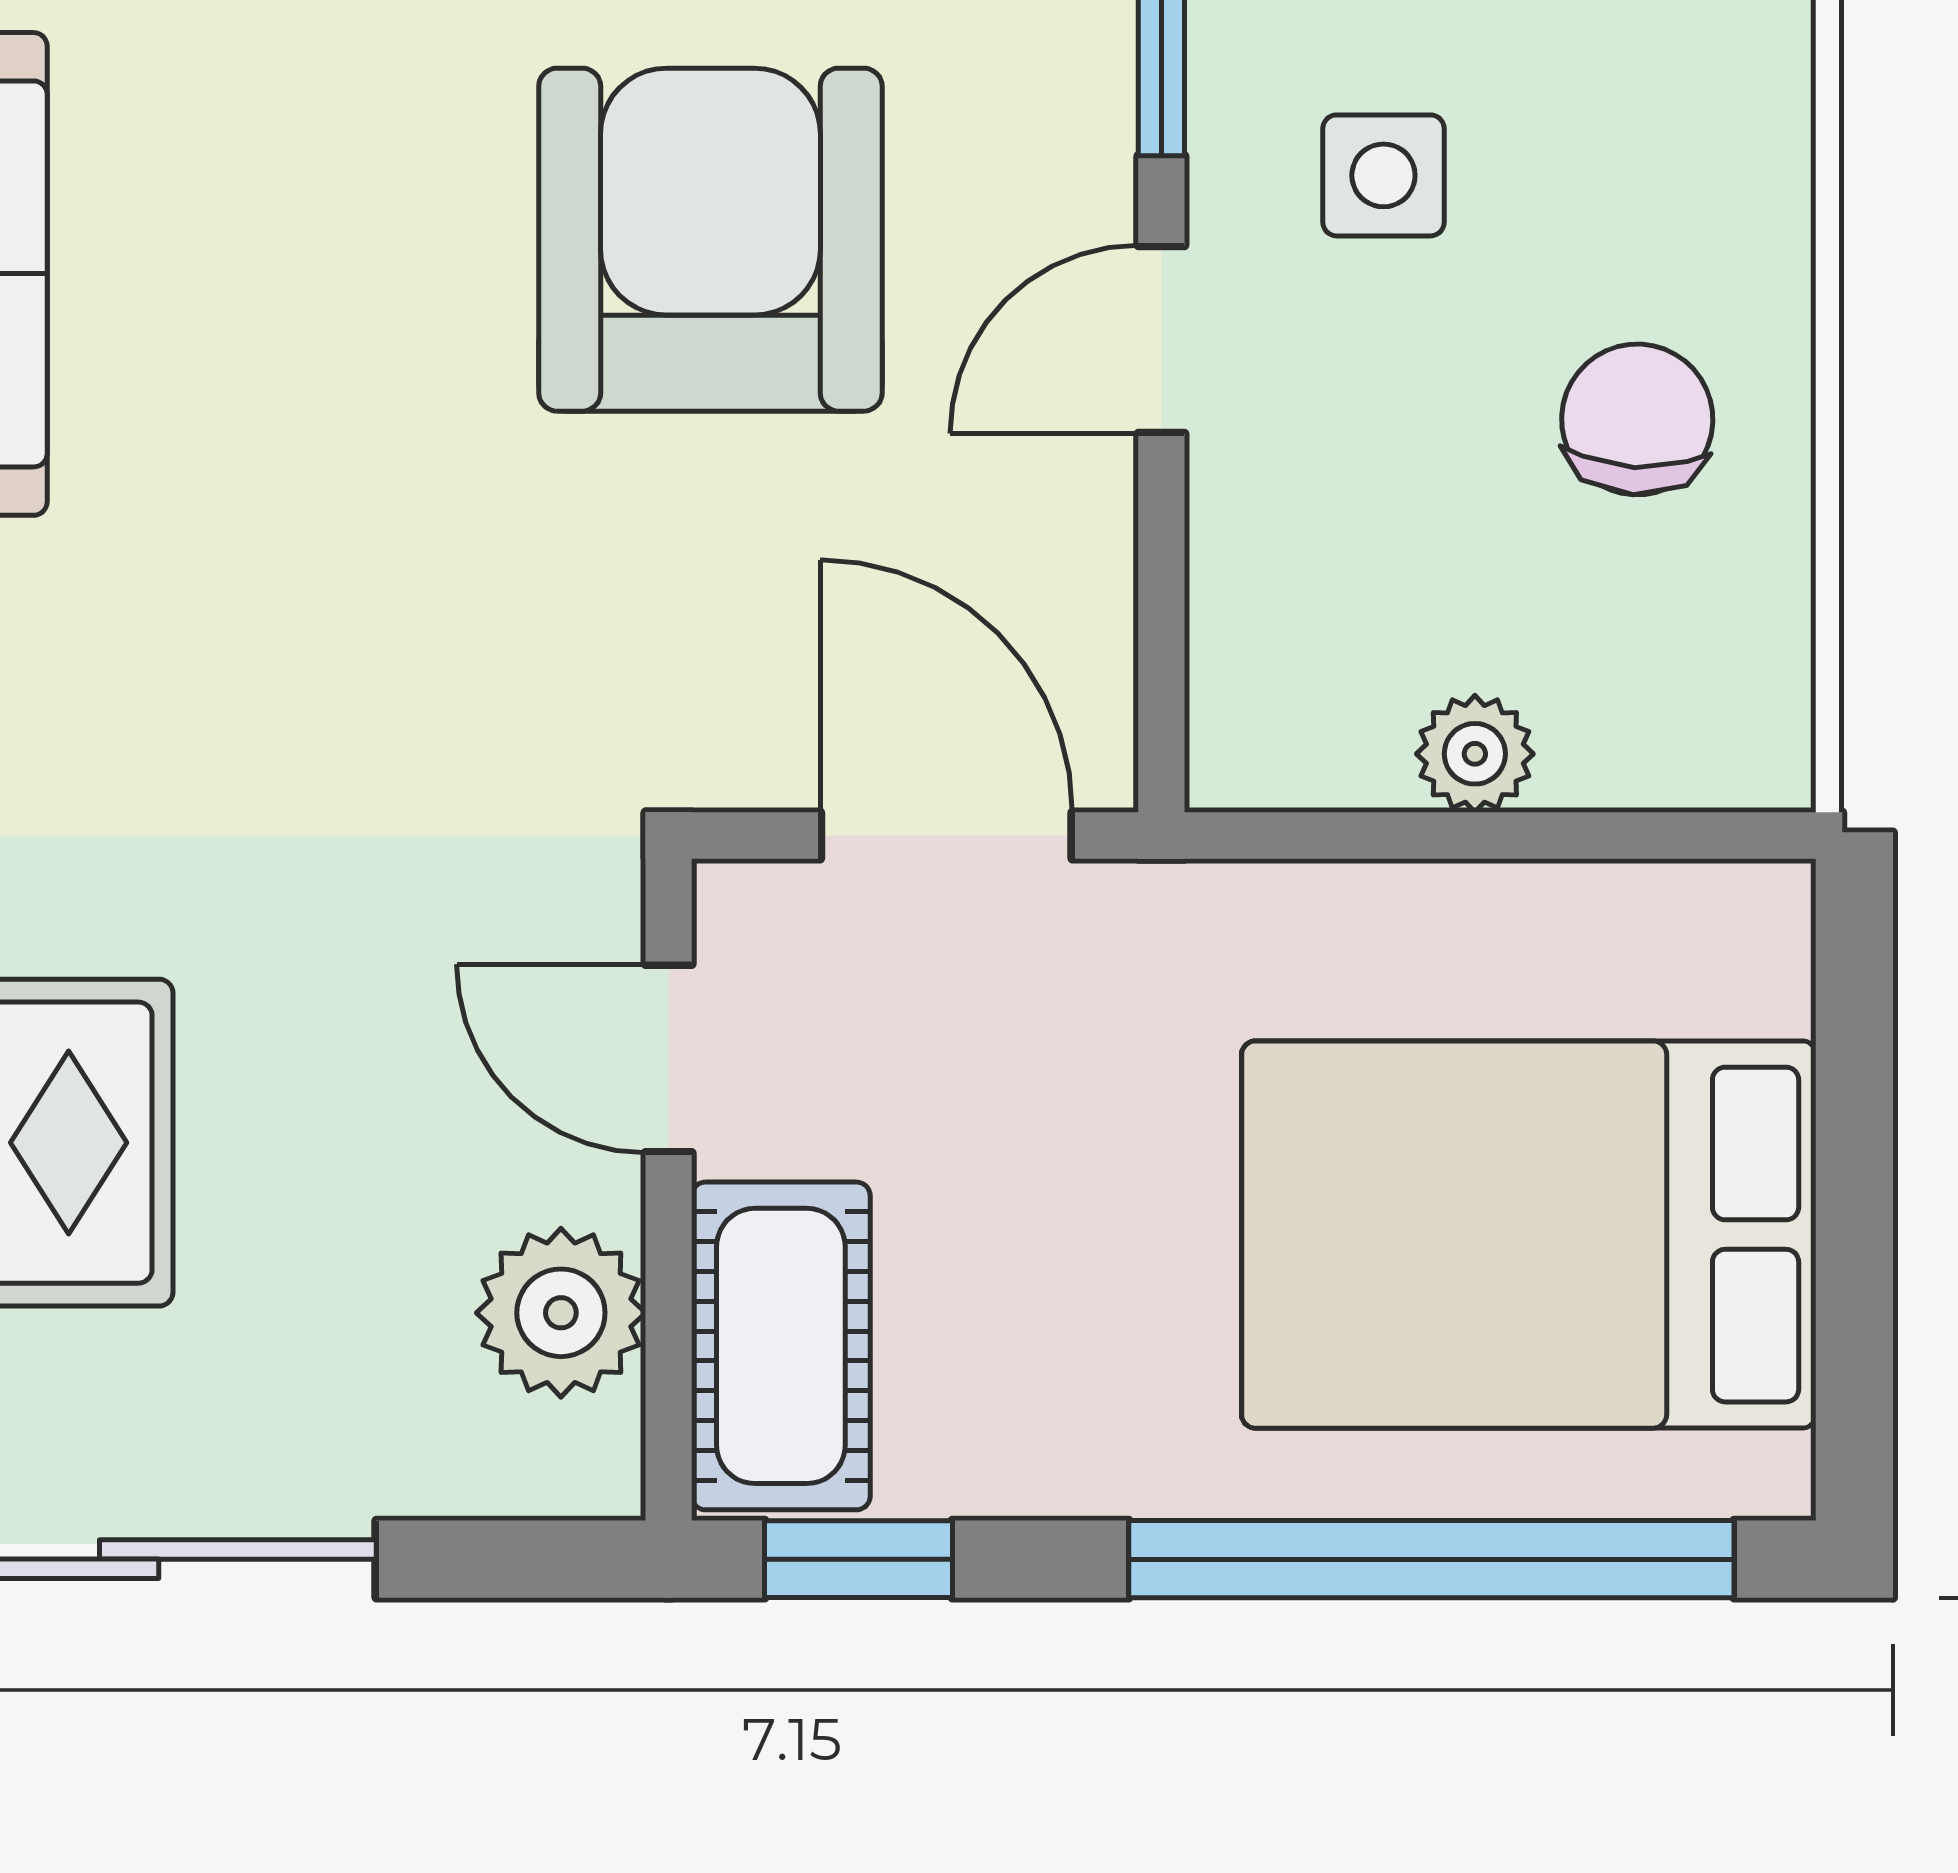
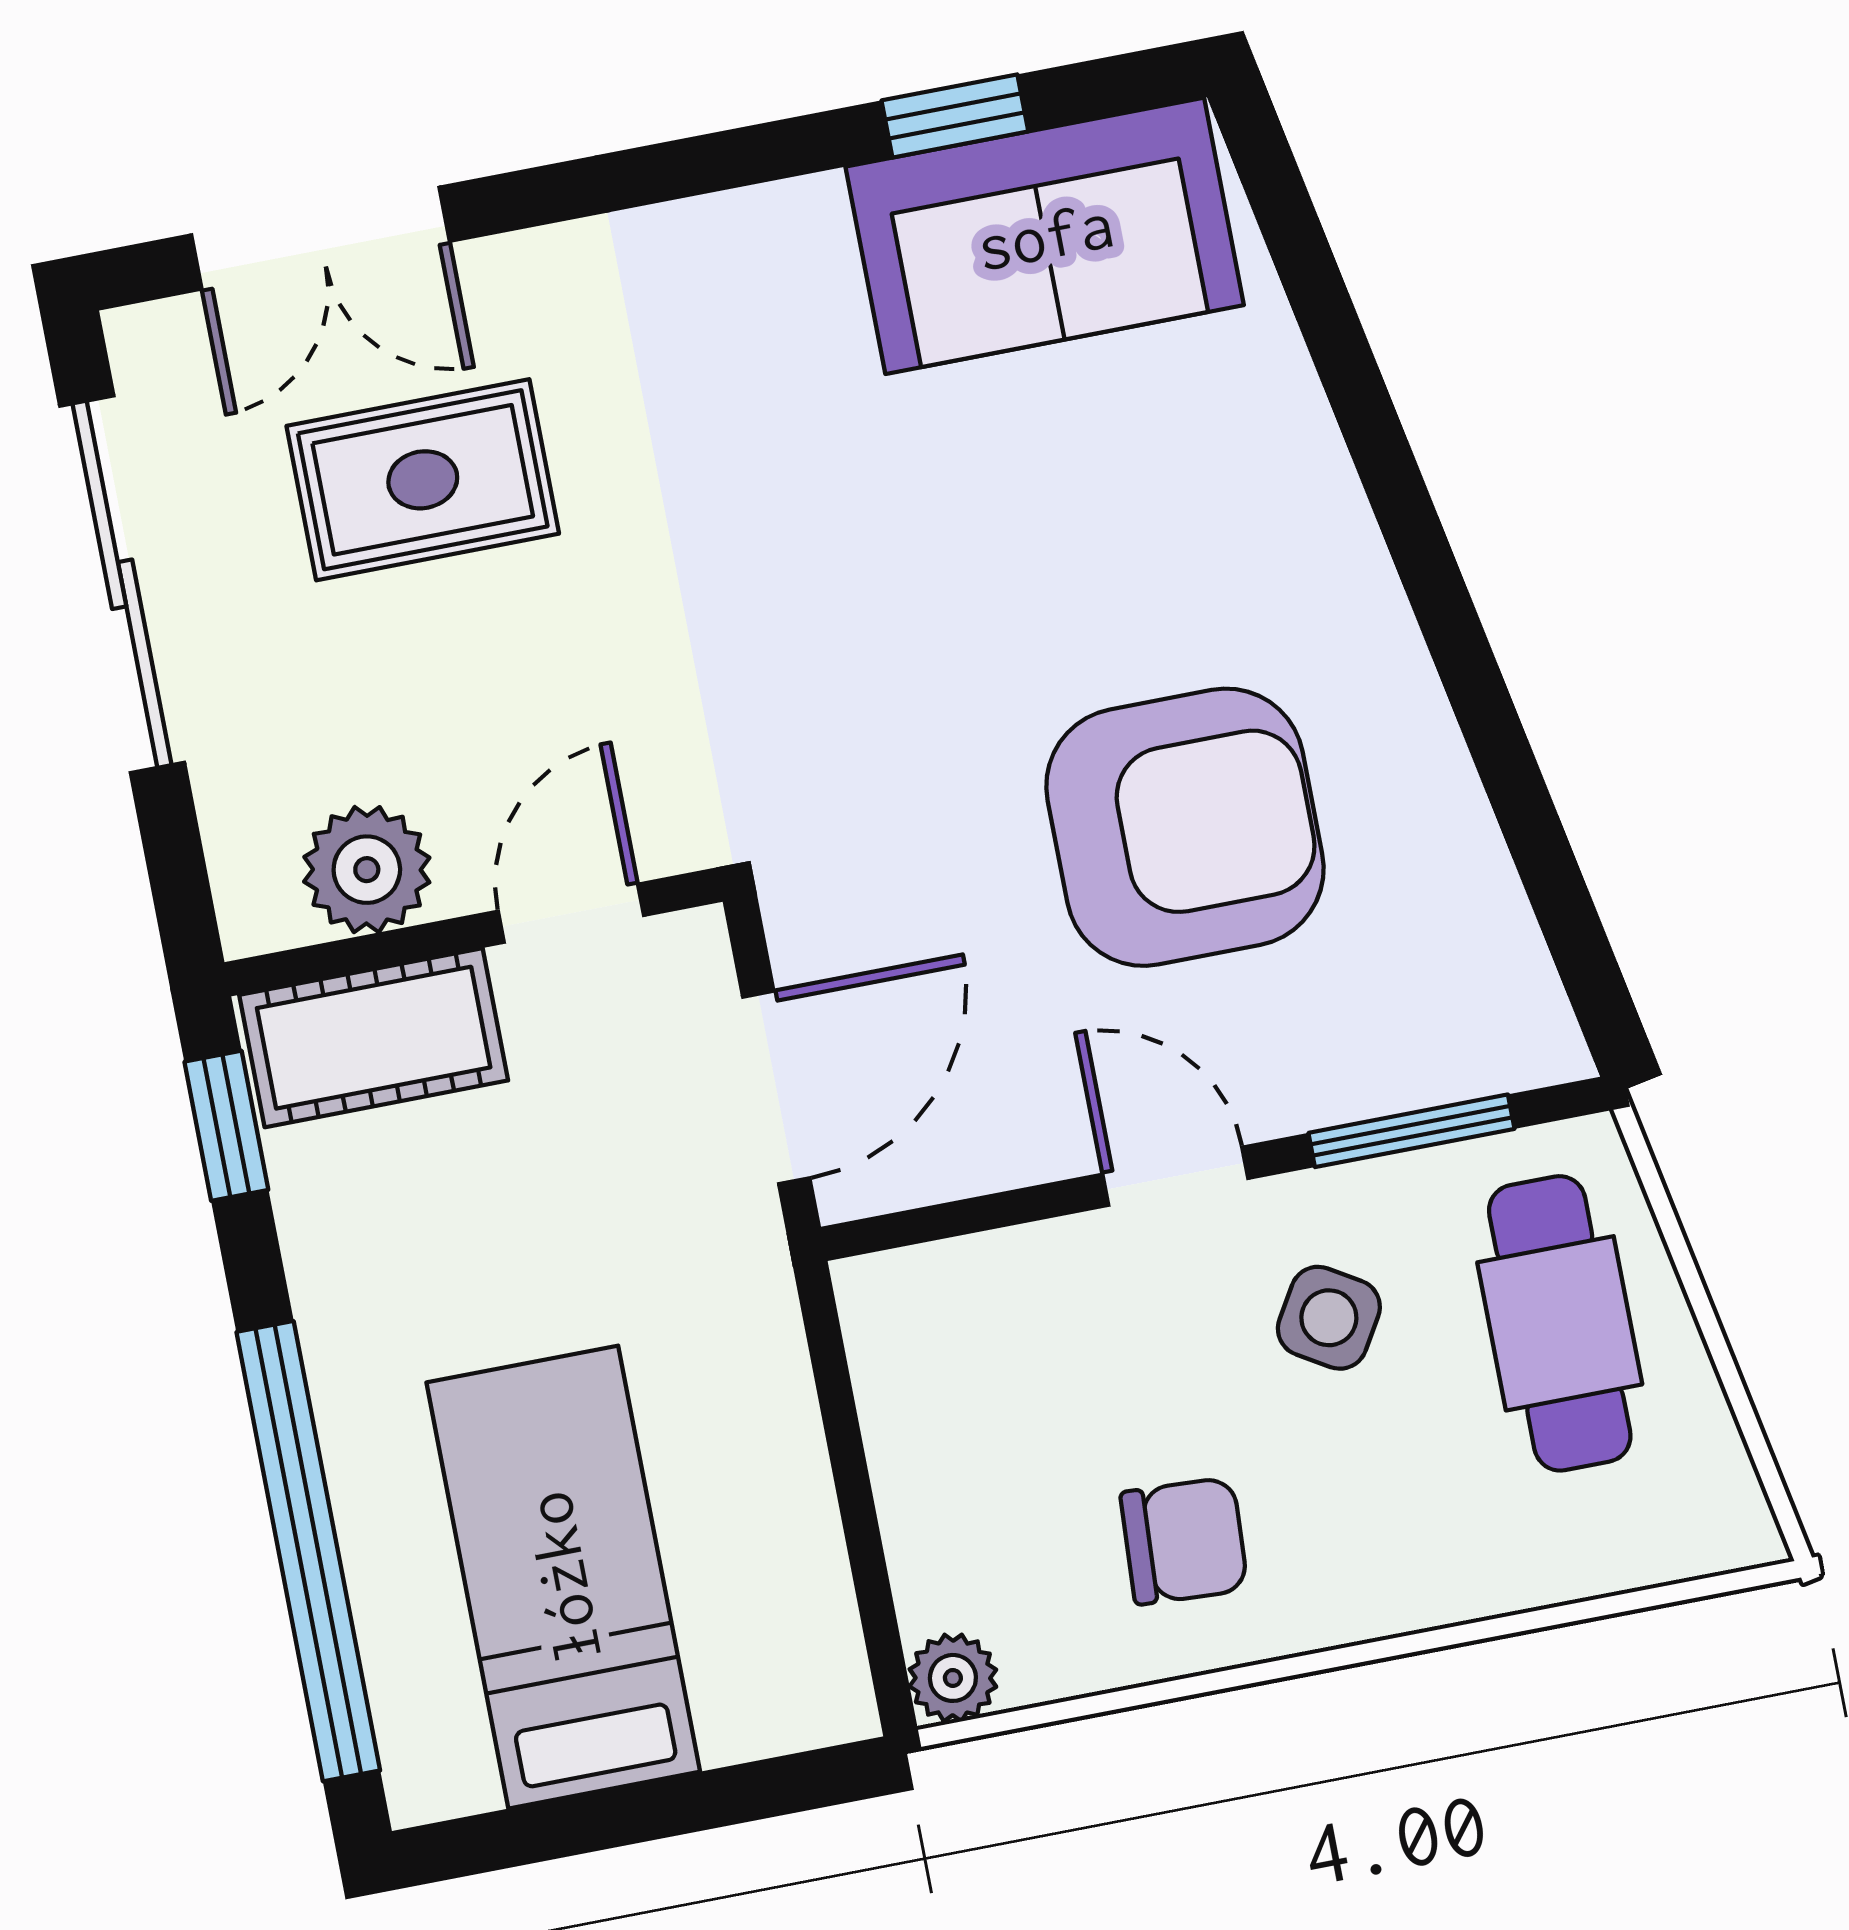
side table: (1383, 175) -> (1329, 1318), turned 31
plant: (1475, 754) -> (953, 1678), moved
bed: (1529, 1235) -> (563, 1577), width x0.67

